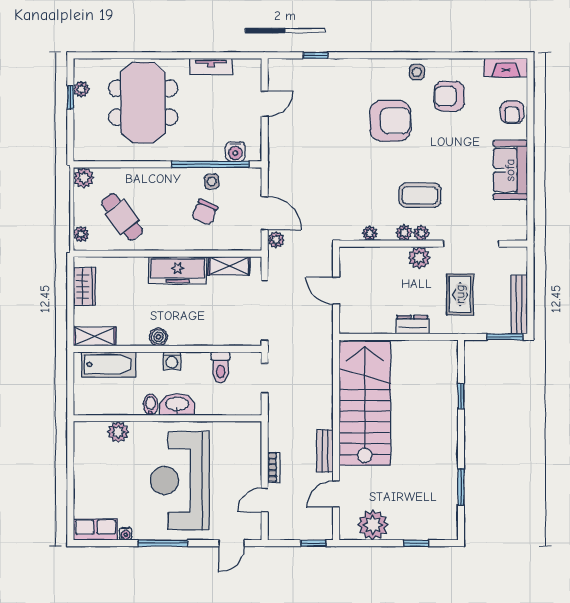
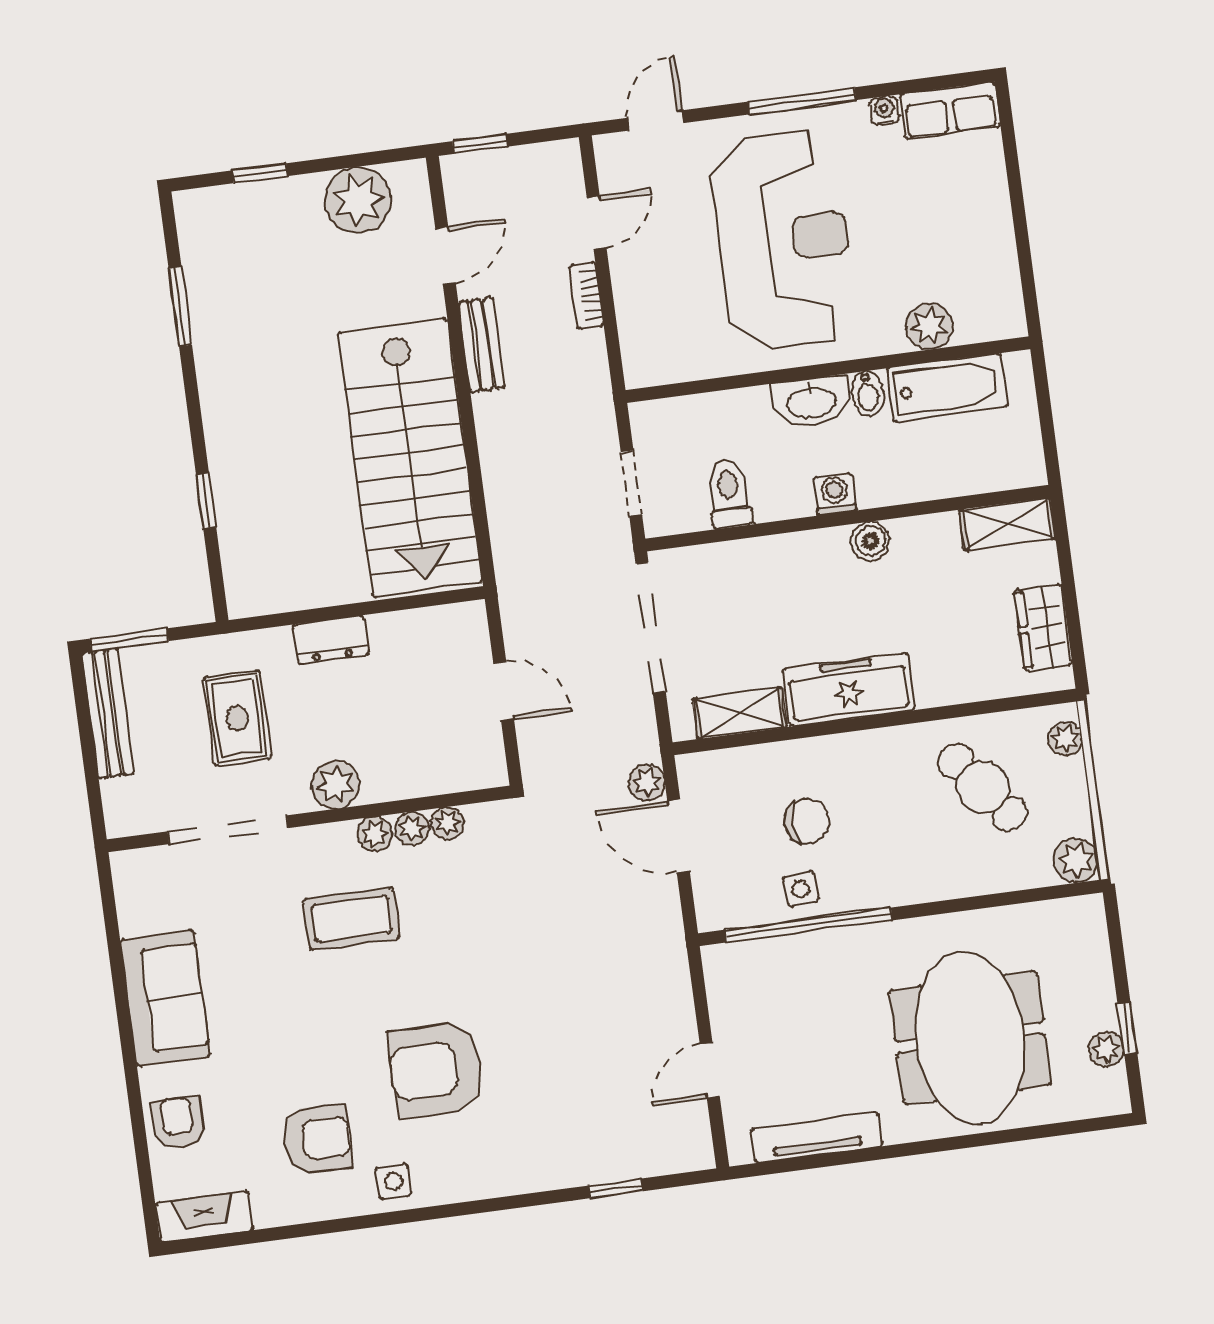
tv unit: (211, 66) -> (817, 1138), width x1.41
water cooler: (235, 152) -> (759, 960), removed
chair: (205, 212) -> (807, 821), turned 67
plant: (421, 233) -> (412, 828), moved
bathtub: (109, 364) -> (947, 388), moved, turned 180

